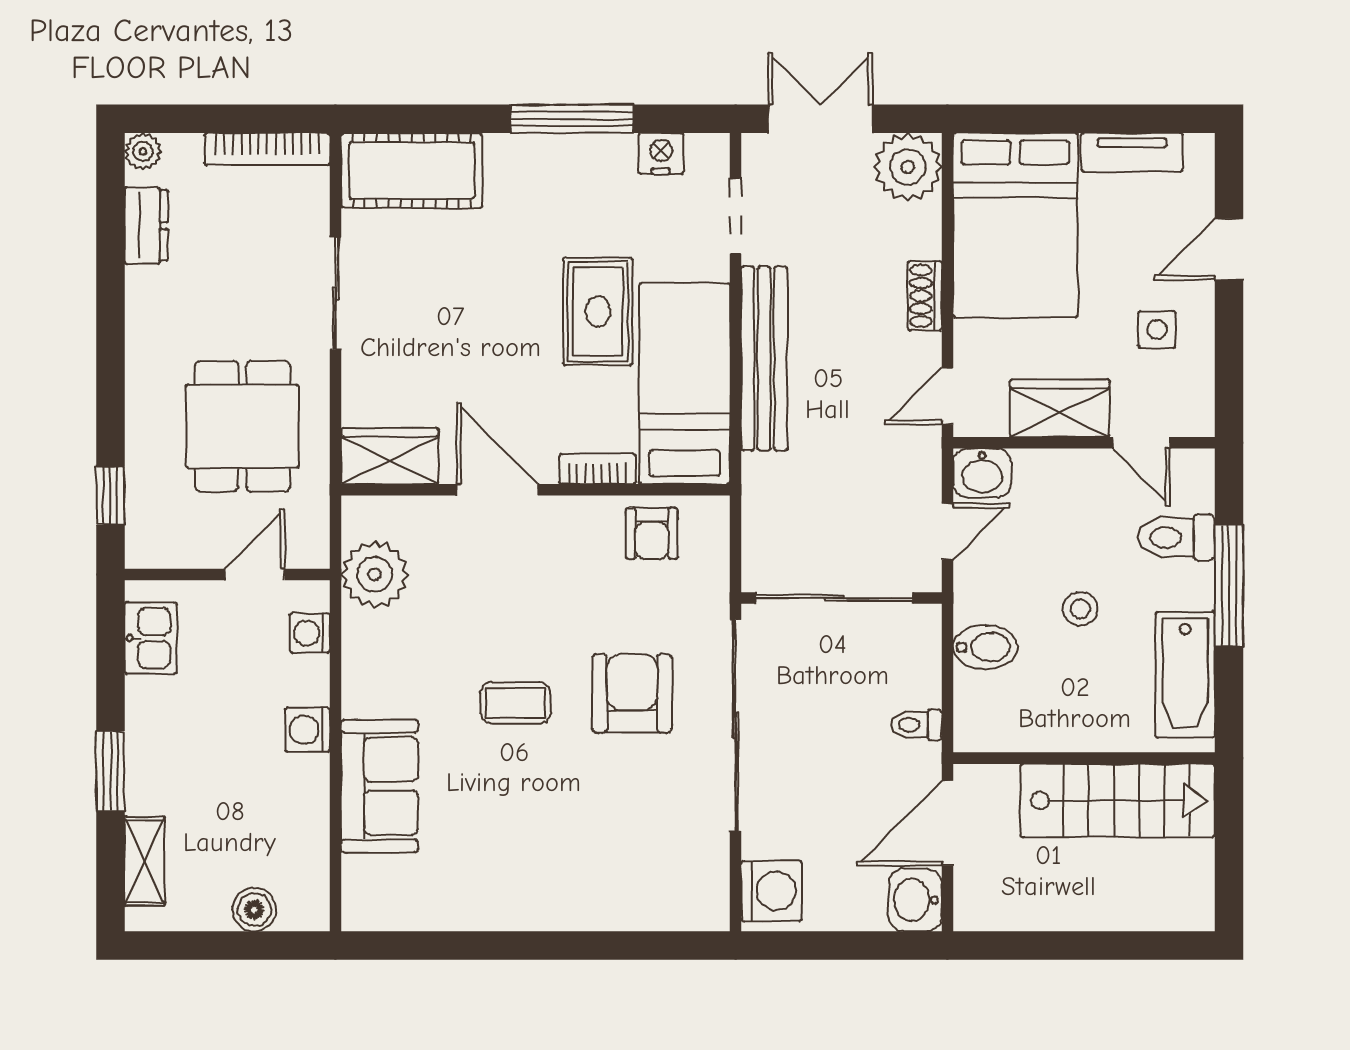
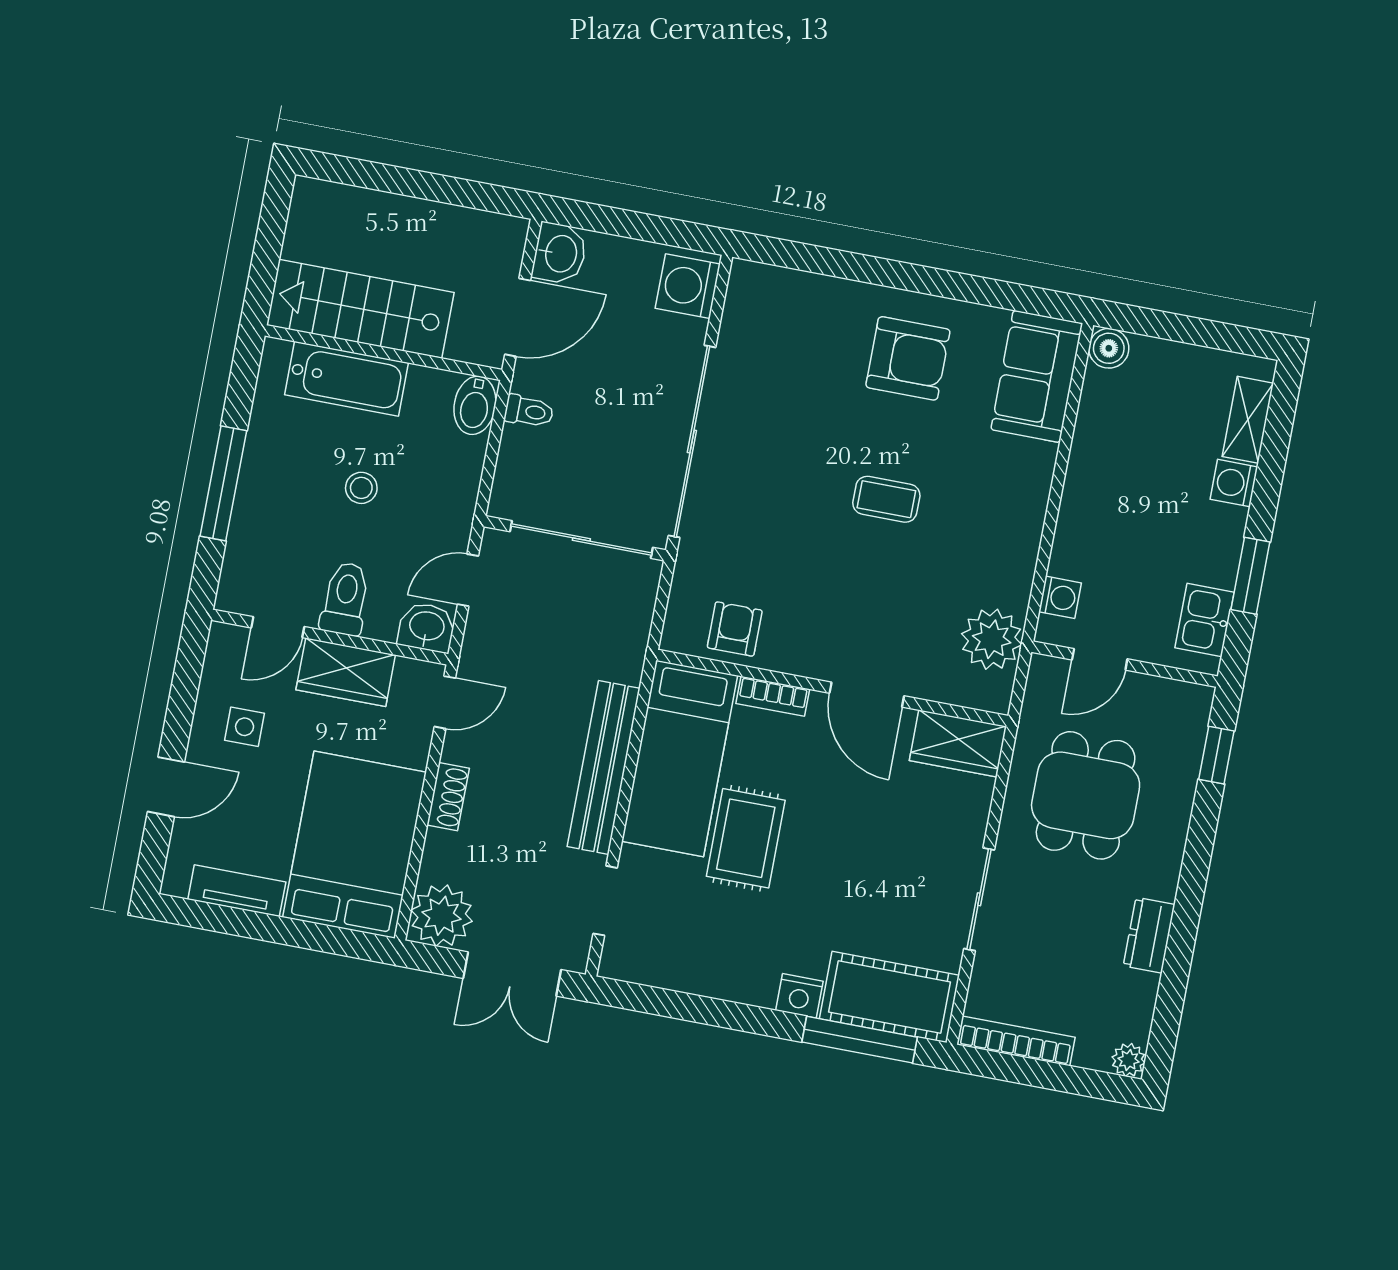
window: (572, 119) -> (860, 1040), moved
nightstand: (661, 154) -> (799, 996), moved
dresser: (146, 226) -> (1149, 935), moved
door: (1141, 443) -> (278, 627), swing flipped
toilet: (1176, 537) -> (345, 599), moved, turned -90
bidet: (985, 647) -> (475, 405), moved, turned -90
bathtub: (1185, 675) -> (346, 379), moved, turned 90
armchair: (632, 693) -> (908, 358), moved, turned -90
washing machine: (308, 730) -> (1234, 483), moved, turned 180
window: (110, 771) -> (1250, 576), moved
sofa: (380, 786) -> (1037, 376), moved
boiler: (254, 910) -> (1109, 348), moved

